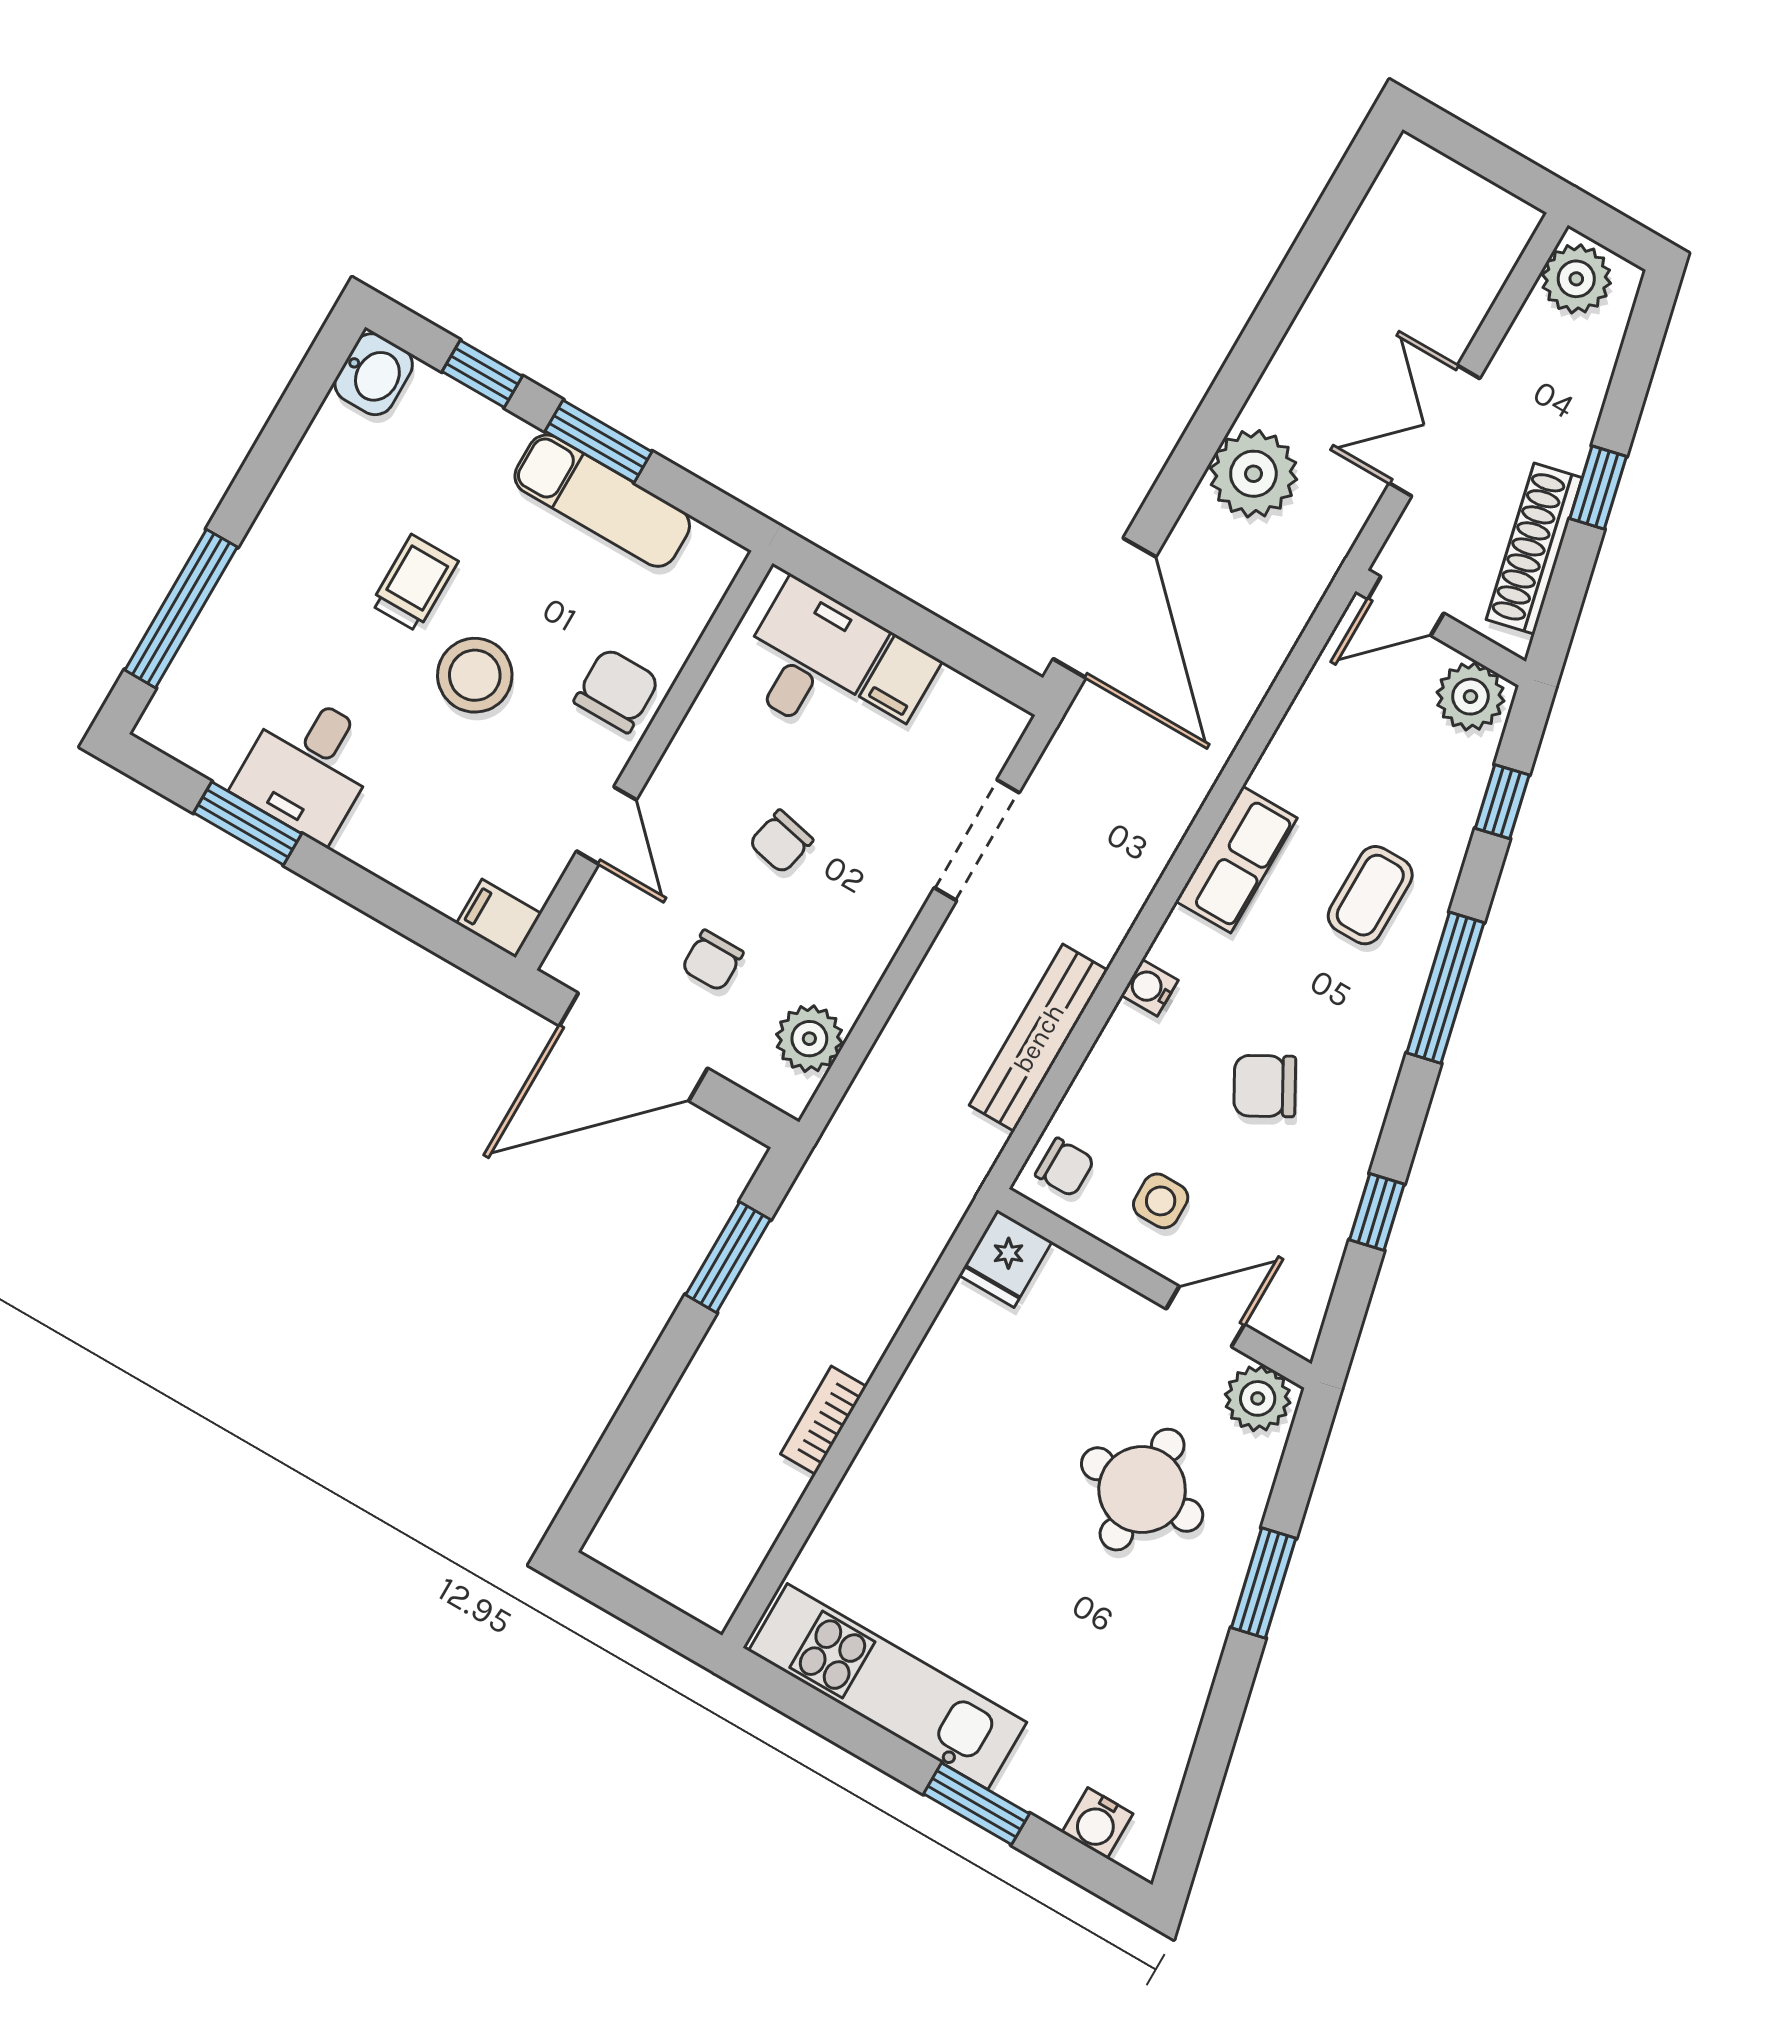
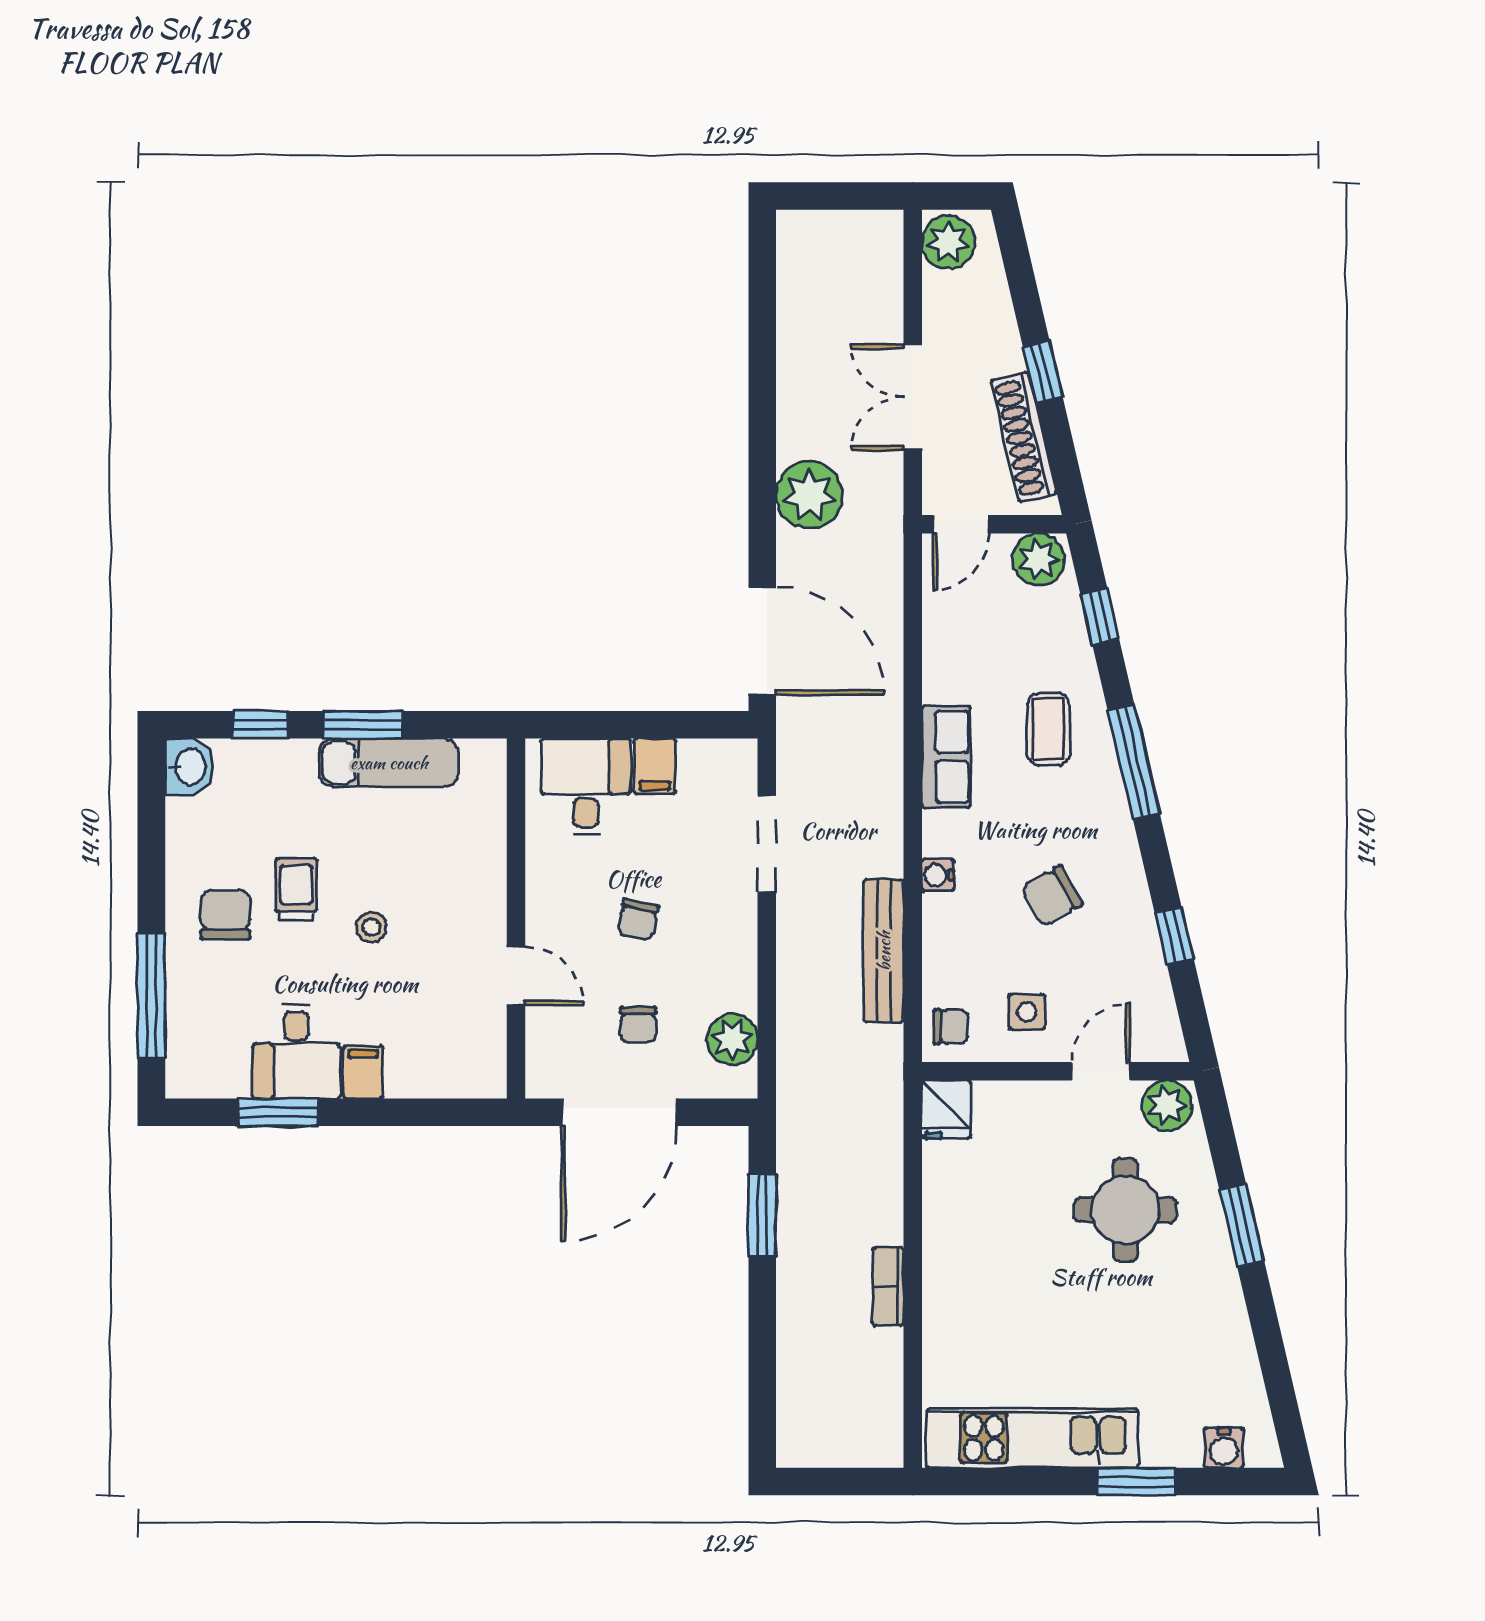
stool: (475, 675) -> (371, 927), width x0.53, depth x0.53
chair: (617, 690) -> (225, 915), moved
filing cabinet: (499, 918) -> (363, 1072), moved, turned 90

